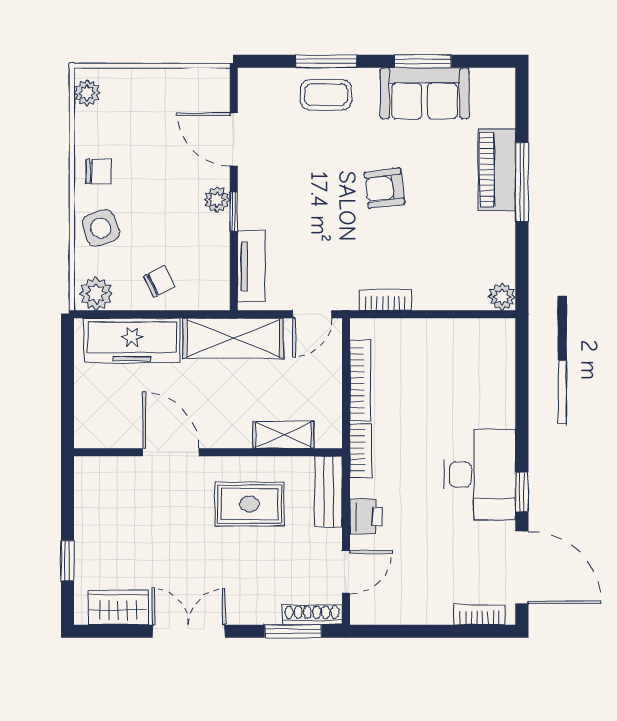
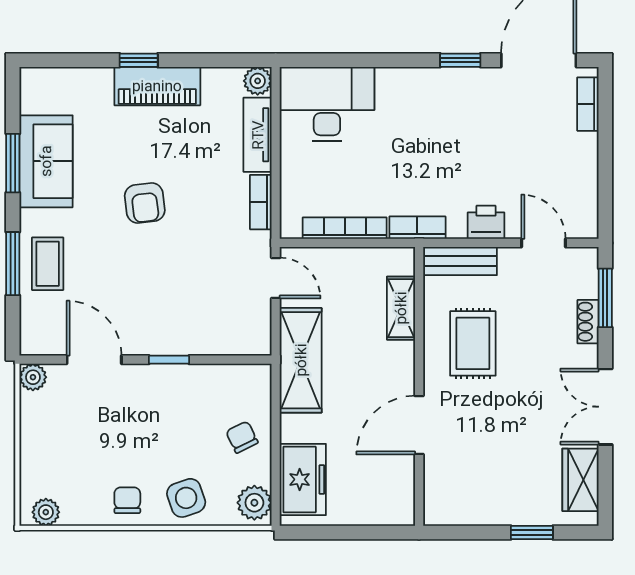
door: (234, 139) -> (94, 360), swing flipped
piano: (497, 170) -> (157, 86), moved
window: (522, 182) -> (139, 60), width x0.46
plant: (217, 200) -> (33, 377), moved
tv unit: (251, 266) -> (258, 135), moved, turned -90
freezer: (132, 340) -> (303, 479), width x0.71
desk: (480, 475) -> (327, 104), moved
shoe rack: (312, 615) -> (588, 322), moved, width x0.70

